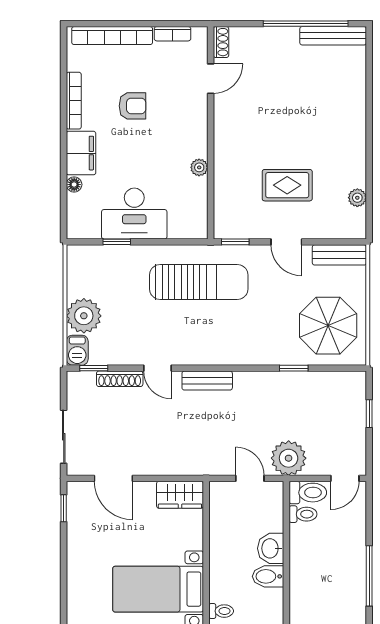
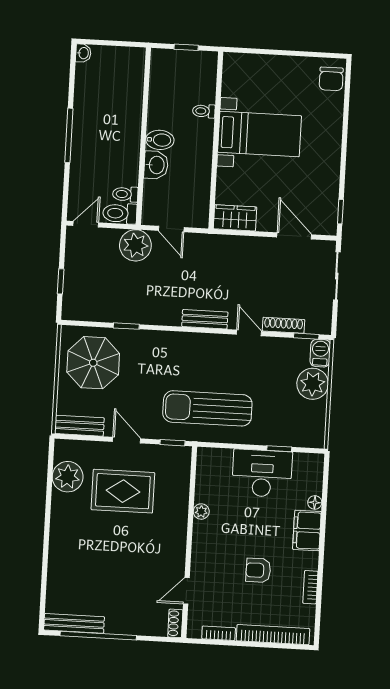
bookcase: (74, 101) -> (310, 587), width x0.64
rug: (287, 185) -> (123, 491), width x1.36, depth x1.43
plant: (357, 198) -> (68, 477), width x1.87, depth x1.87

